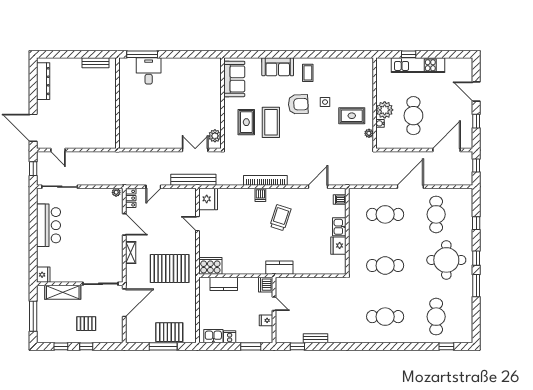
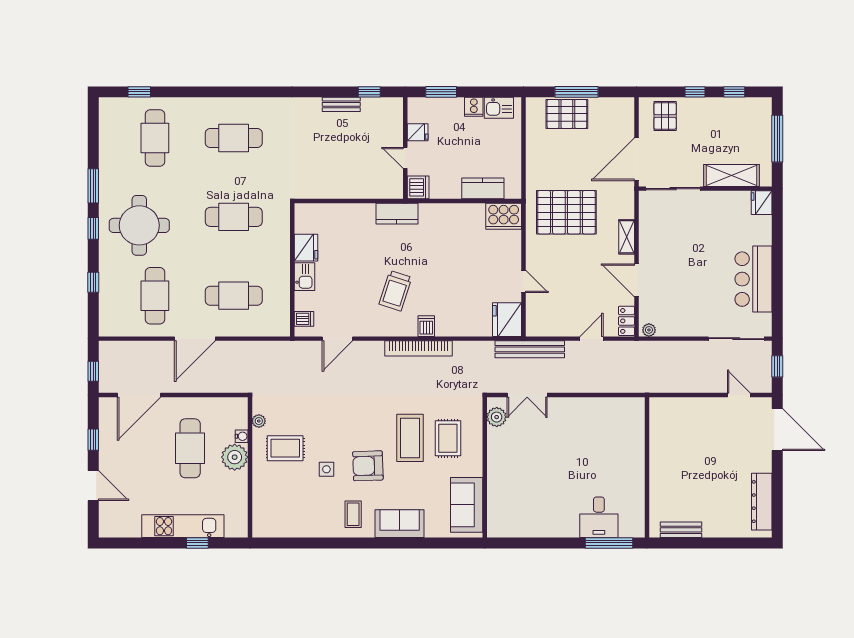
pallet: (86, 324) -> (665, 116), moved, turned 90

